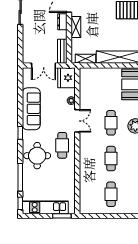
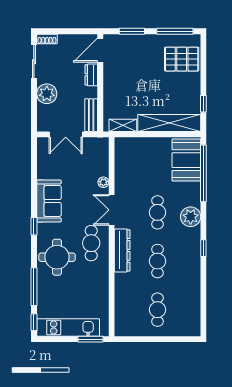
shelving: (76, 27) -> (110, 82), removed
plant: (30, 36) -> (47, 94), added
fridge: (67, 78) -> (97, 151), removed
sofa: (31, 109) -> (49, 201), width x0.73
double door: (77, 121) -> (112, 210), swing flipped
dresser: (85, 151) -> (122, 250), added

